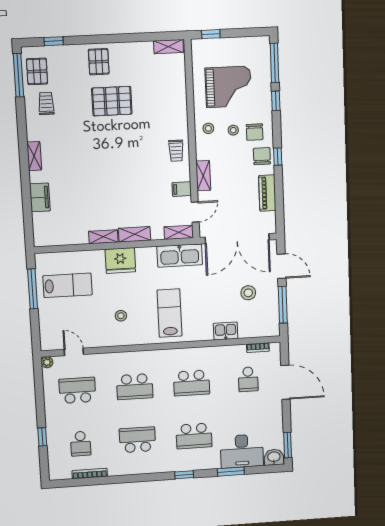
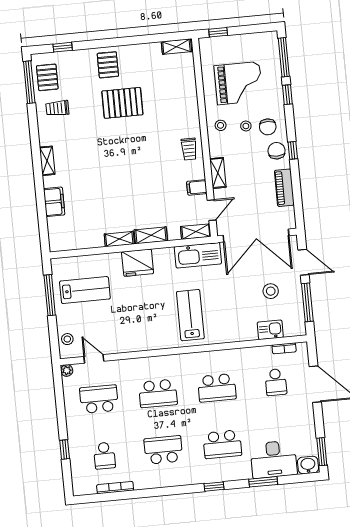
trolley: (46, 103) -> (57, 108), turned -90
stool: (121, 316) -> (67, 339), moved
kitchen sink: (226, 331) -> (270, 330), moved

